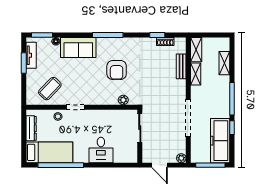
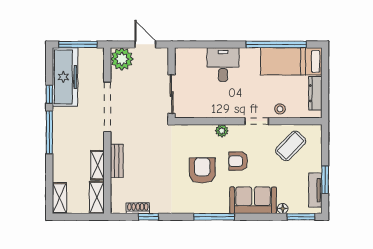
shelving: (224, 63) -> (59, 198), moved
bench: (181, 66) -> (117, 161), moved
armchair: (89, 77) -> (238, 161), added
plant: (123, 100) -> (222, 131), moved
plant: (181, 158) -> (122, 59), width x1.87, depth x1.87

